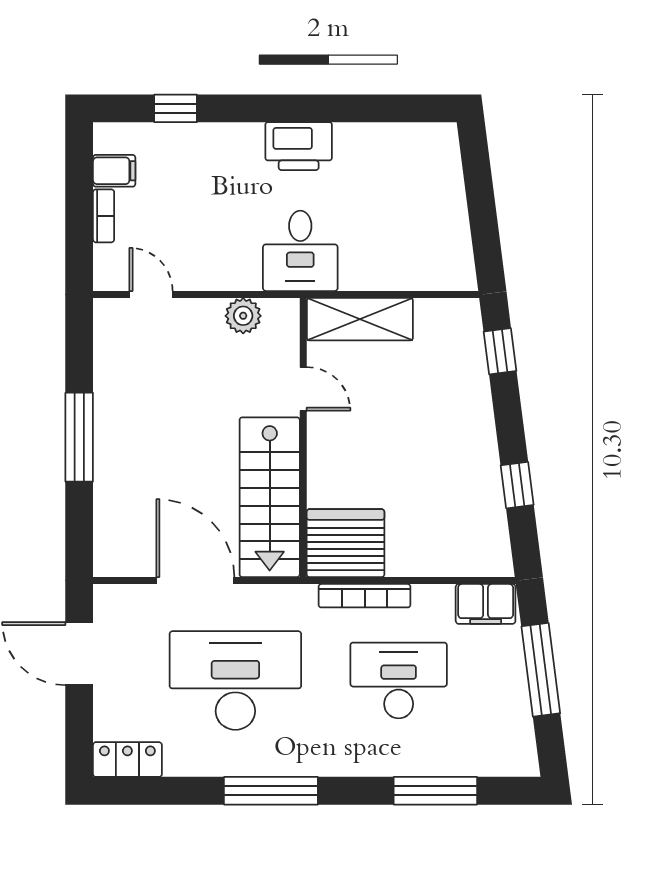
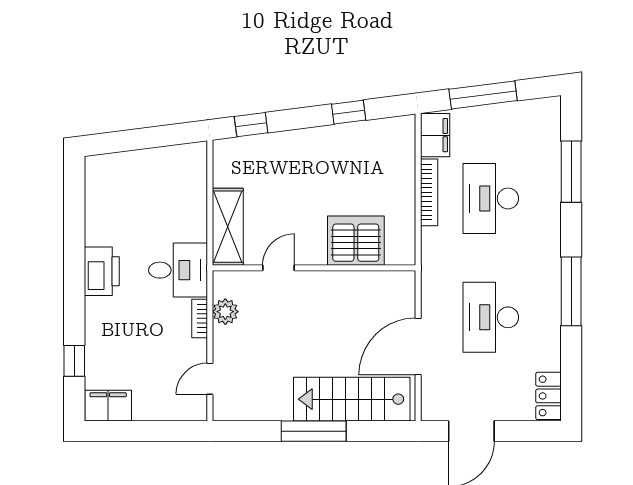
filing cabinet: (114, 171) -> (108, 406), width x2.00
bookcase: (104, 216) -> (200, 318), moved, turned -90
stairs: (270, 497) -> (352, 399), moved, turned 180
server rack: (345, 543) -> (356, 241), moved, turned 90
bookcase: (365, 596) -> (429, 192), moved
desk: (235, 680) -> (491, 317), width x0.73, depth x0.77

